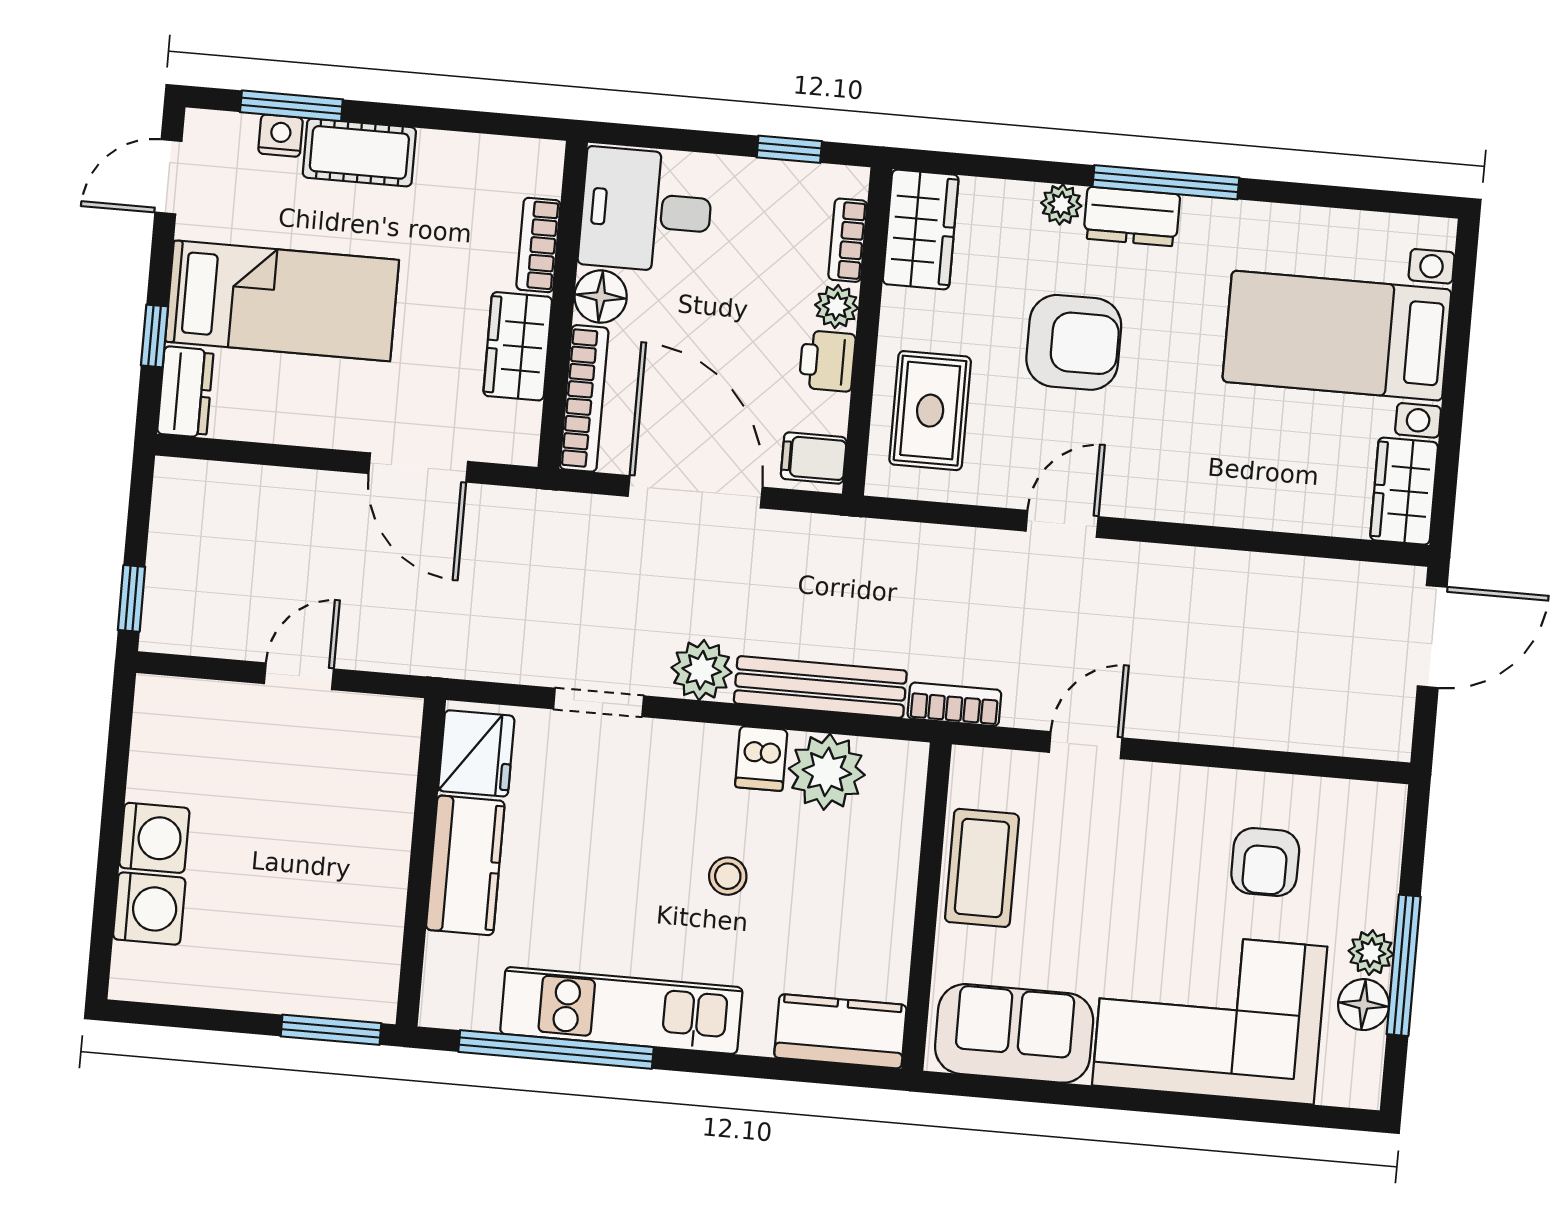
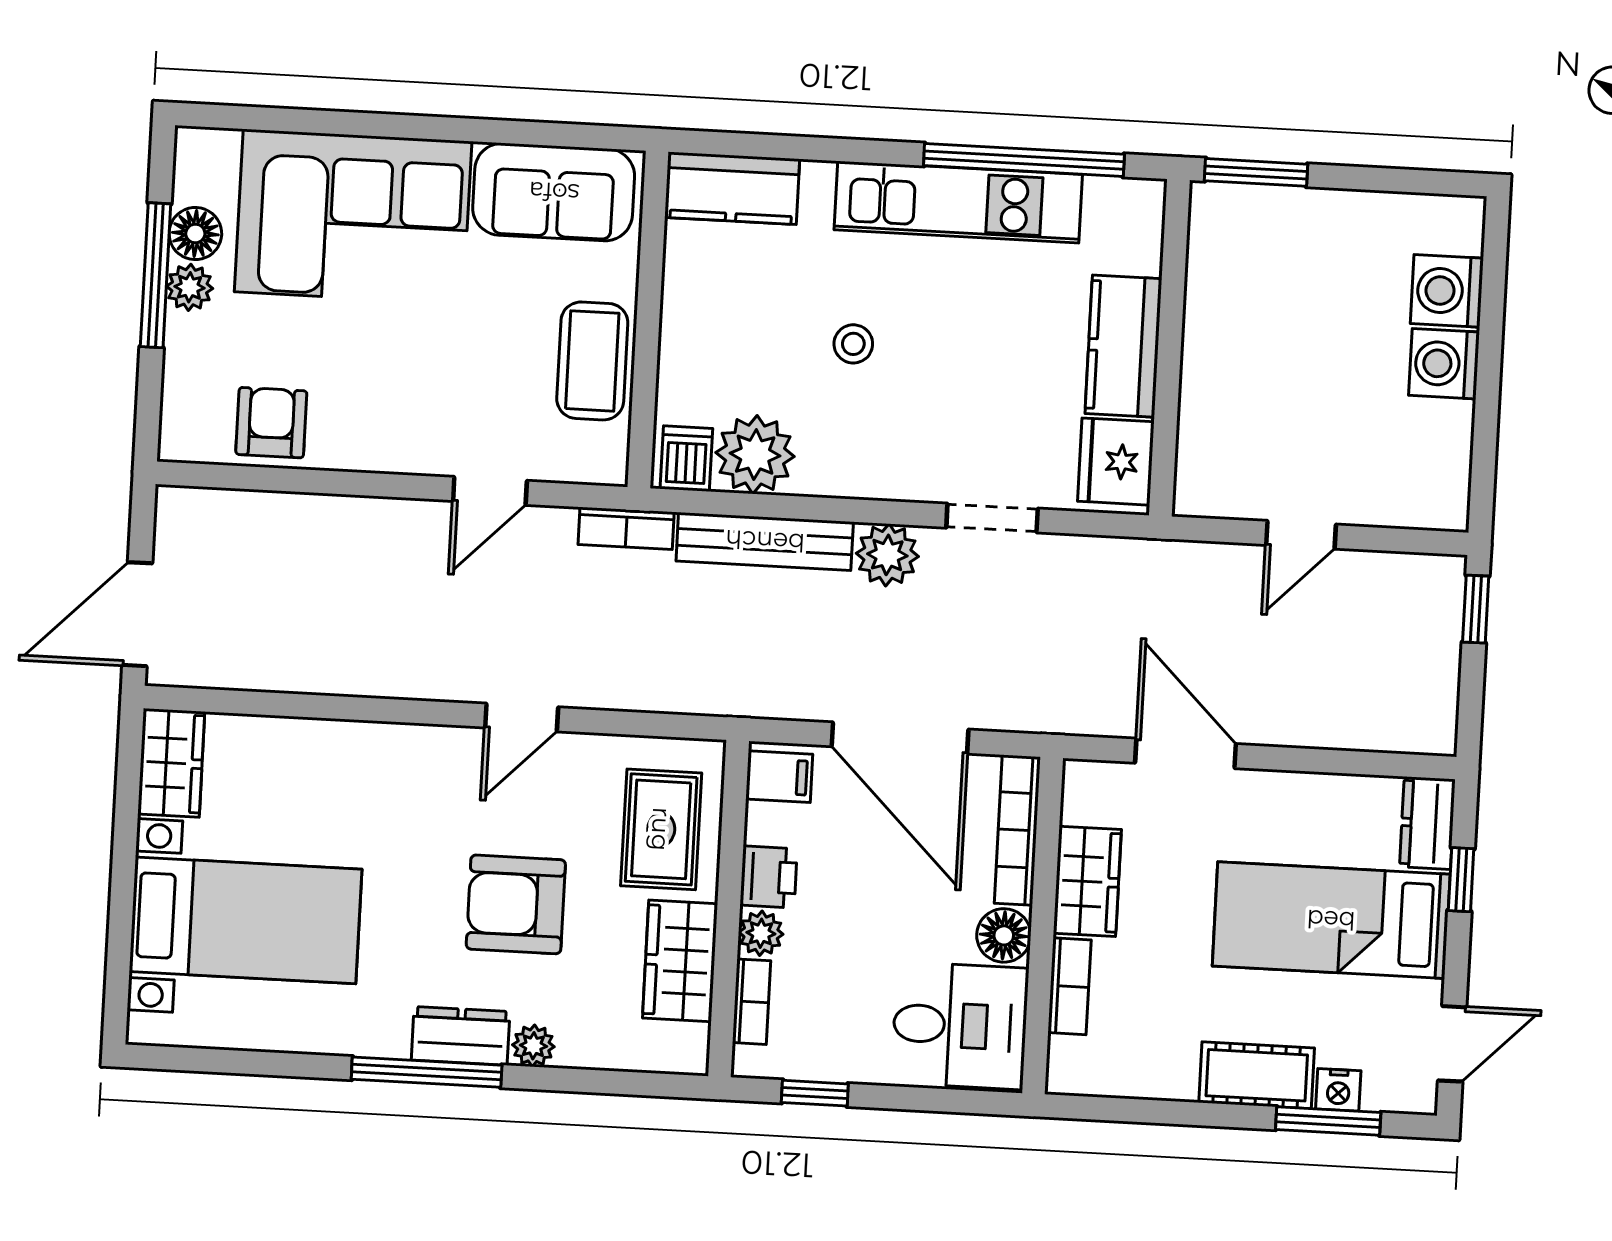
wardrobe: (921, 230) -> (680, 961), moved
dishwasher: (761, 759) -> (686, 459), moved
armchair: (1265, 862) -> (271, 423), moved

